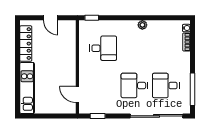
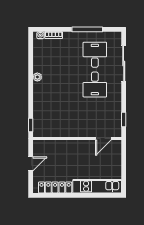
desk: (103, 48) -> (60, 114), removed
desk: (166, 85) -> (95, 55), turned 180
window: (193, 89) -> (87, 29), moved
sliding door: (157, 116) -> (124, 64), width x0.73

